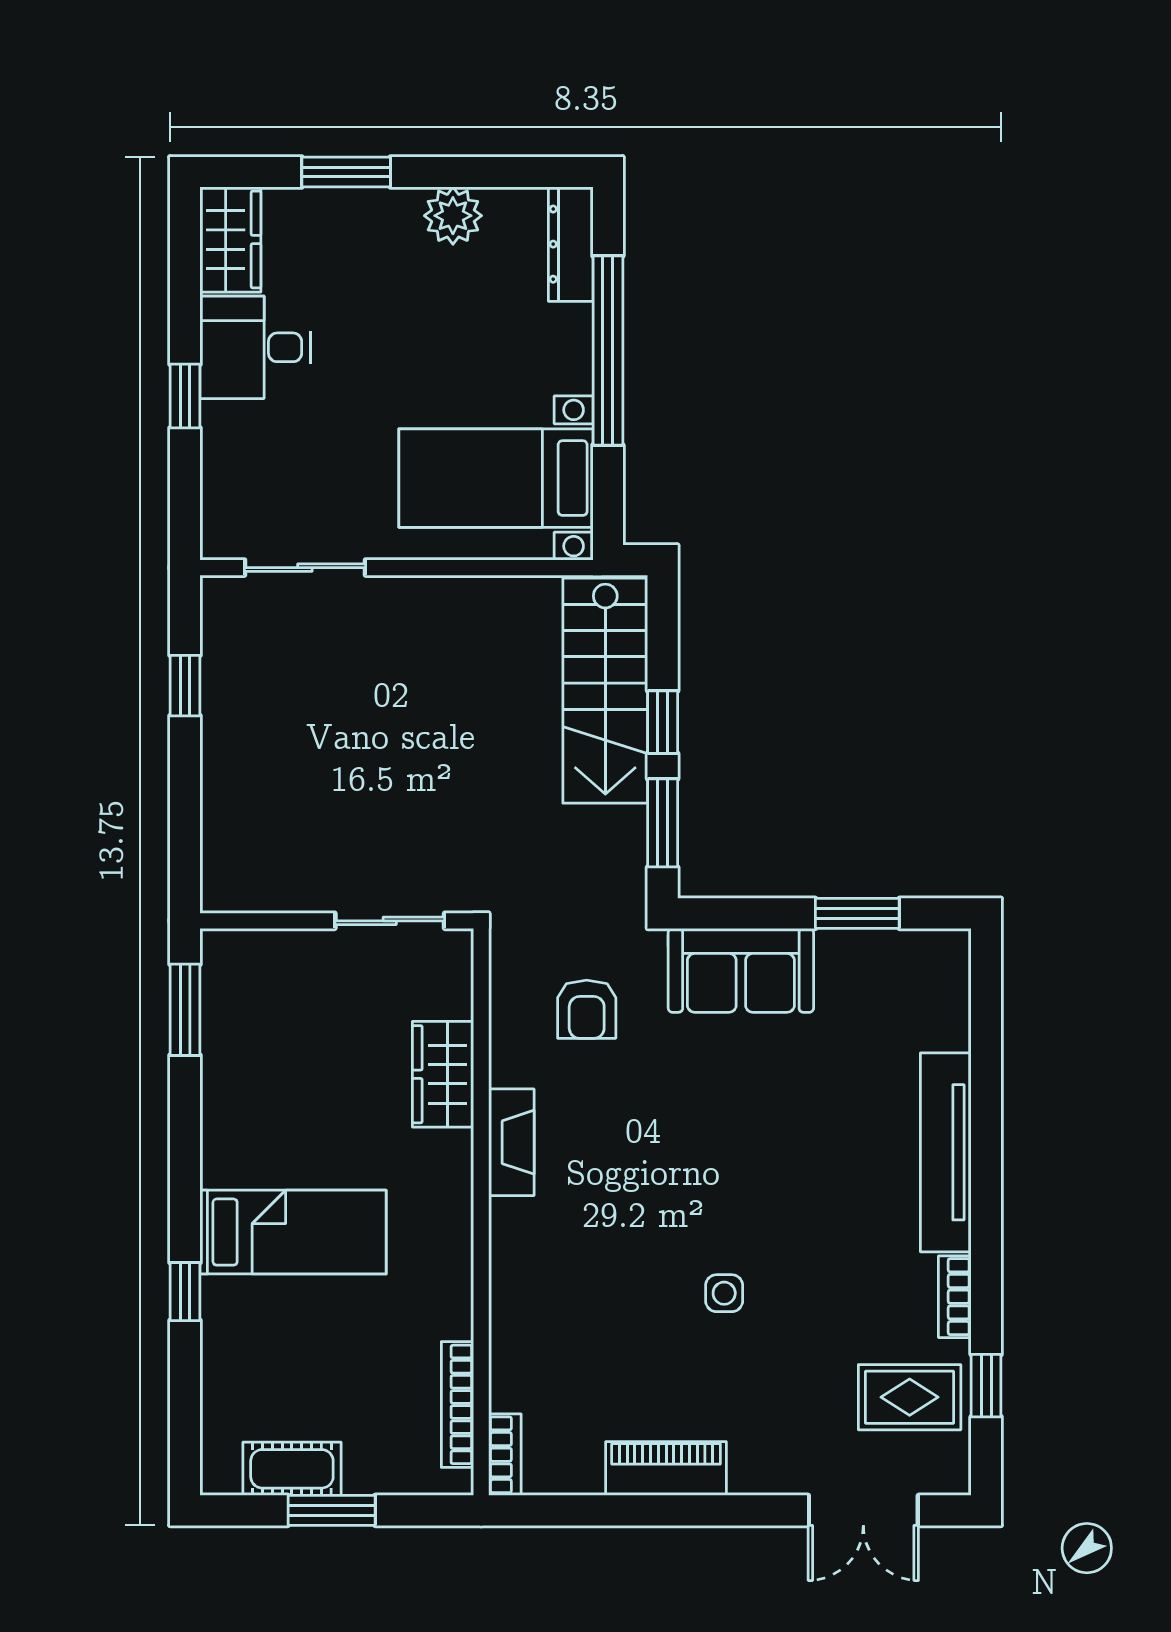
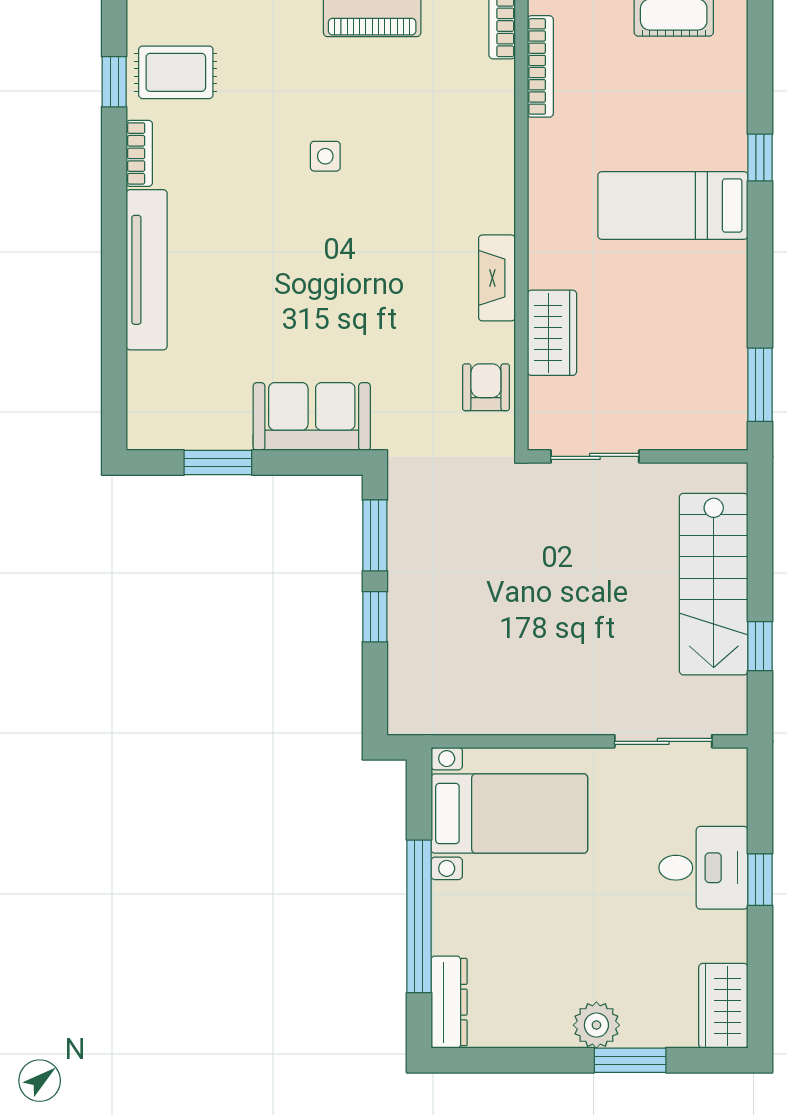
plant: (453, 216) -> (596, 1025), moved
desk: (255, 347) -> (703, 868), moved
stairs: (605, 691) -> (714, 584), moved, turned 180
armchair: (587, 1009) -> (486, 387), moved

